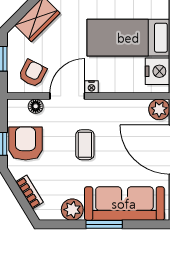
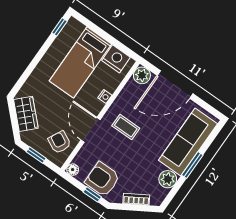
nightstand: (92, 87) -> (105, 97), moved
floor lamp: (36, 106) -> (73, 170), moved
coffee table: (85, 145) -> (126, 127), moved

